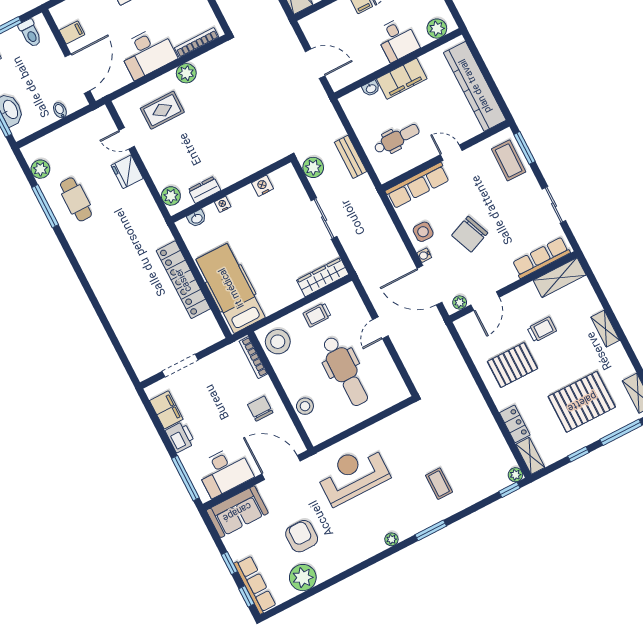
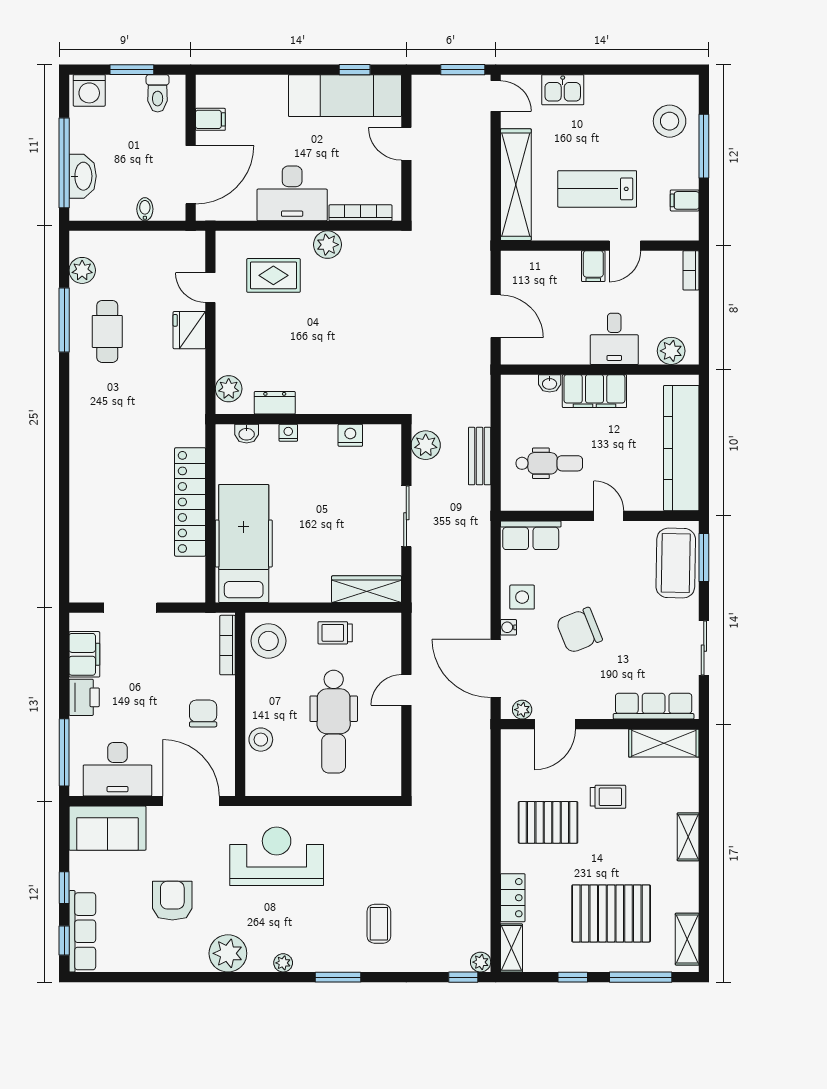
coffee table: (509, 160) -> (676, 563), width x1.36, depth x1.32
row of seats: (418, 185) -> (531, 535), width x0.68
plant: (303, 578) -> (228, 953), moved

